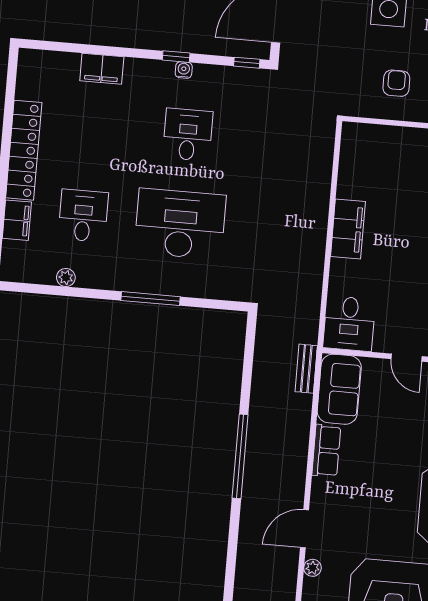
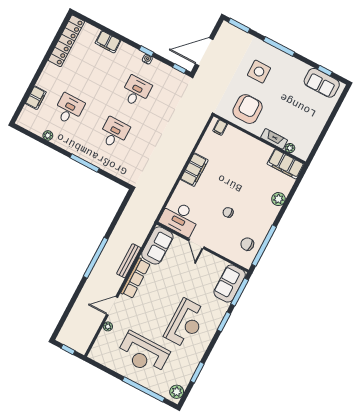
armchair: (396, 83) -> (248, 109), width x1.88, depth x1.88
filing cabinet: (362, 136) -> (220, 127), added
locker: (24, 150) -> (66, 41), moved
desk: (180, 224) -> (114, 133), width x0.53, depth x0.77
desk: (349, 324) -> (180, 218), width x1.37
bench: (306, 369) -> (129, 261), moved, width x1.36
row of seats: (326, 451) -> (135, 278), width x1.48

